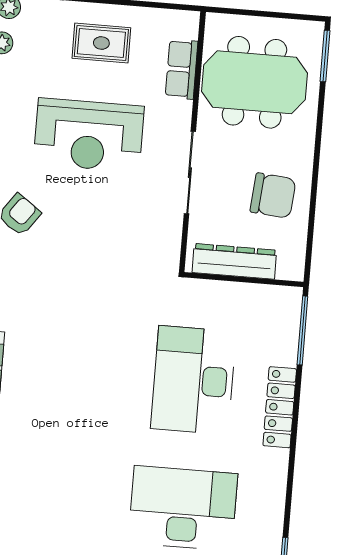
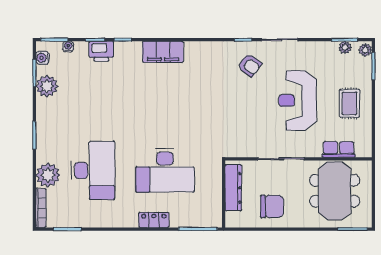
chair: (273, 196) -> (272, 206), turned -95
desk: (193, 380) -> (165, 170), turned 180
locker: (280, 407) -> (154, 220), width x0.66

